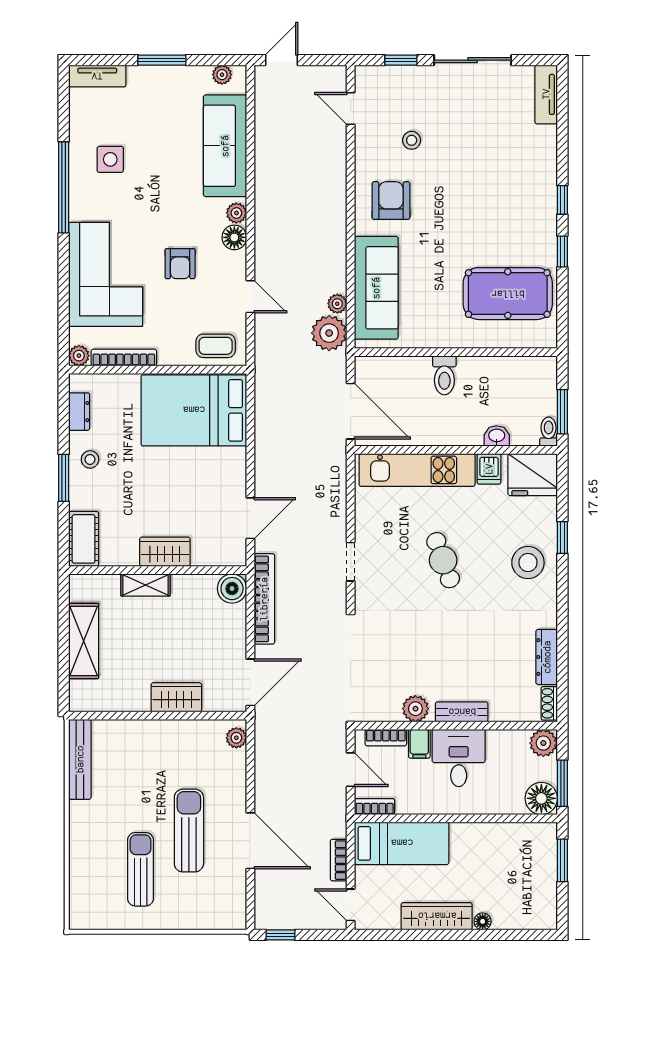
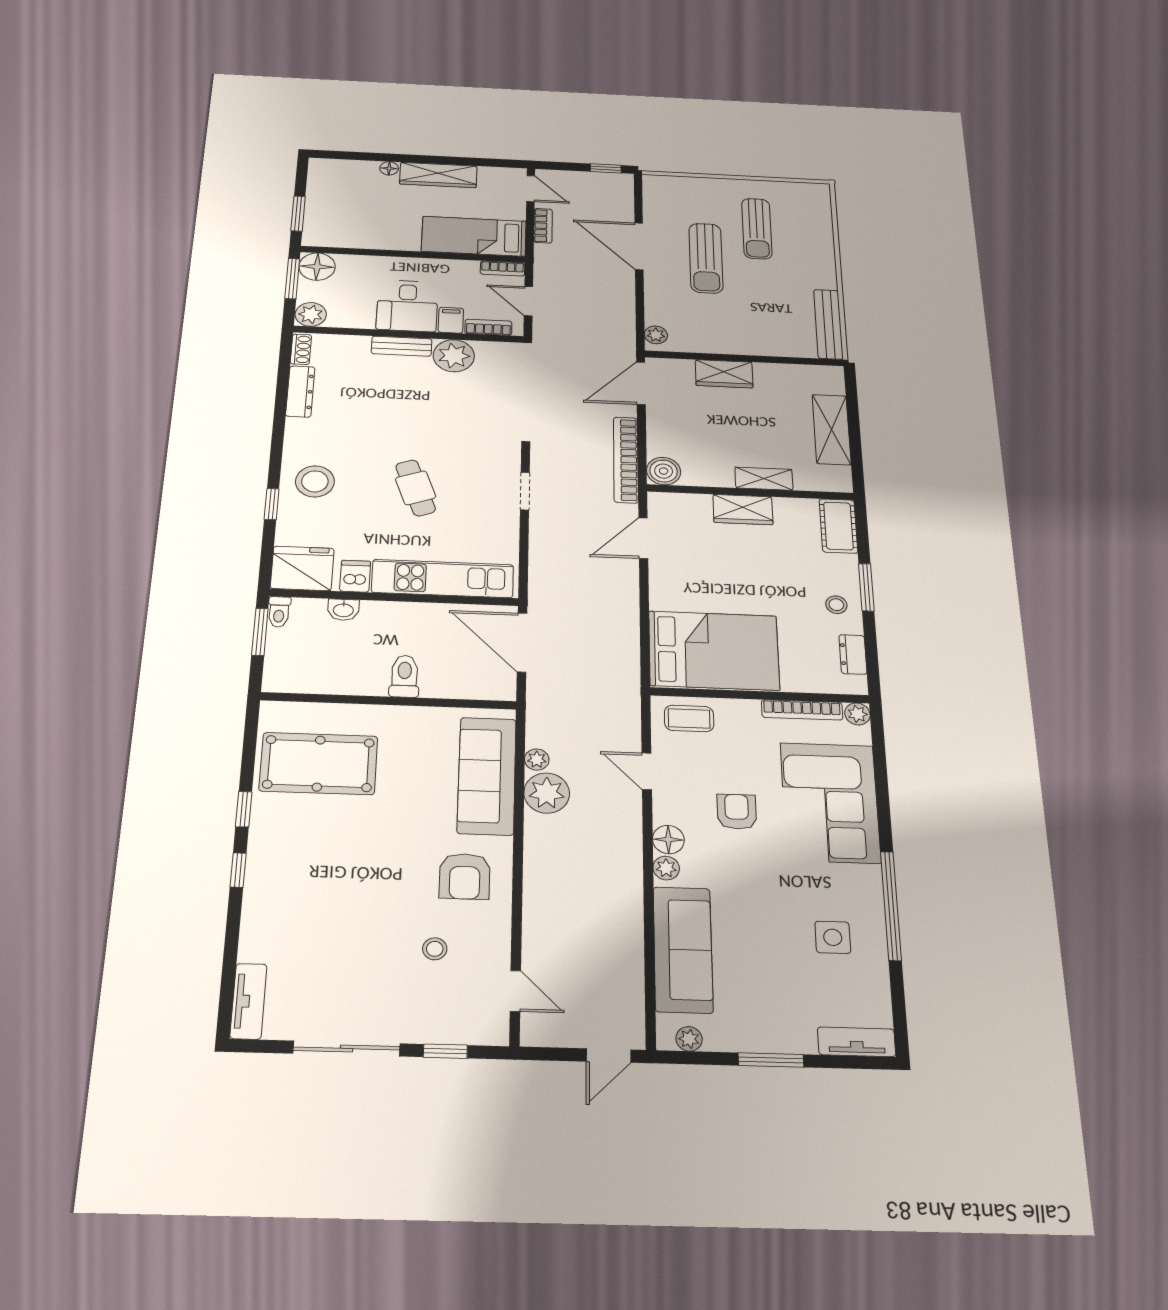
plant: (329, 333) -> (547, 793), moved
plant: (415, 709) -> (454, 356), width x1.36, depth x1.36

